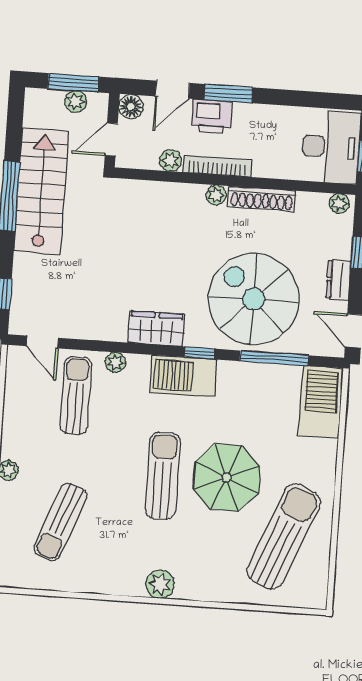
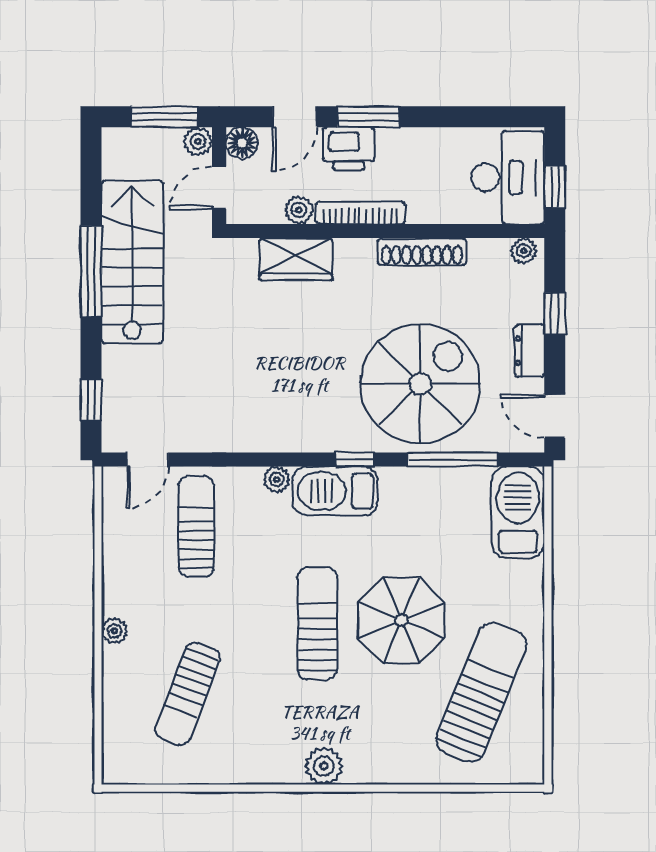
plant: (76, 102) -> (198, 141), moved
plant: (216, 195) -> (362, 251), removed
spiral stairs: (254, 299) -> (420, 384), turned 90
wardrobe: (156, 329) -> (296, 259), moved, turned 180
door: (42, 342) -> (148, 459), hinge flipped
plant: (115, 362) -> (277, 479), moved

